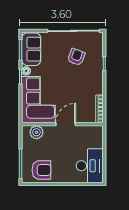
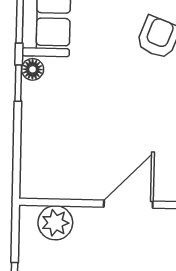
corner sofa: (38, 100) -> (62, 141), removed

